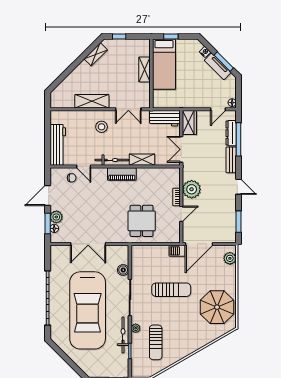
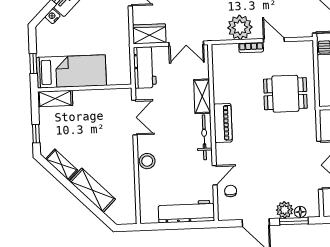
shelving: (145, 69) -> (55, 99), moved
shelving: (92, 101) -> (92, 190), moved, turned -45
stool: (102, 127) -> (147, 161), moved

